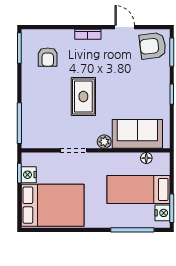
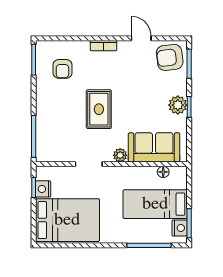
plant: (161, 92) -> (178, 105), added

